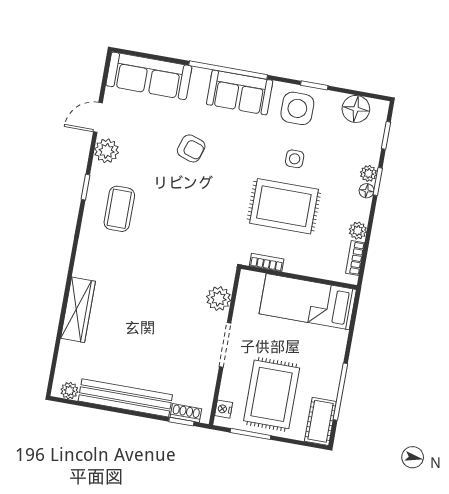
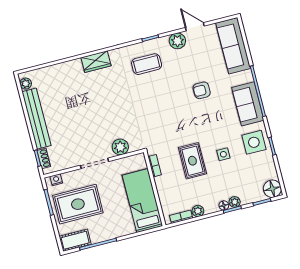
floor lamp: (356, 109) -> (272, 189), moved
armchair: (191, 148) -> (202, 90), turned 72
rug: (284, 206) -> (192, 161), width x0.73, depth x0.70
wardrobe: (78, 310) -> (96, 62), moved, width x0.67

